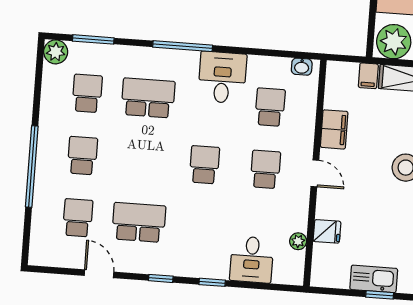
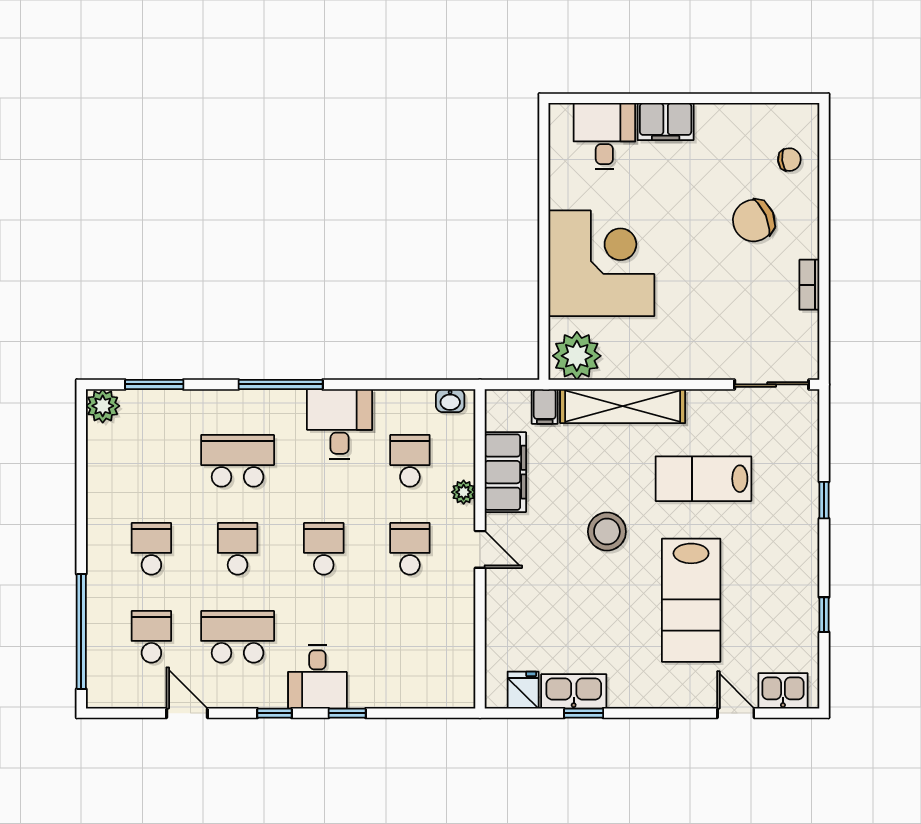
school desk: (87, 93) -> (238, 549), moved
filing cabinet: (334, 129) -> (505, 472), width x1.50, depth x1.17
window: (32, 167) -> (81, 631), moved
fridge: (327, 231) -> (523, 690), moved, turned -90
plant: (298, 241) -> (464, 492), moved
desk: (252, 259) -> (317, 677), moved

